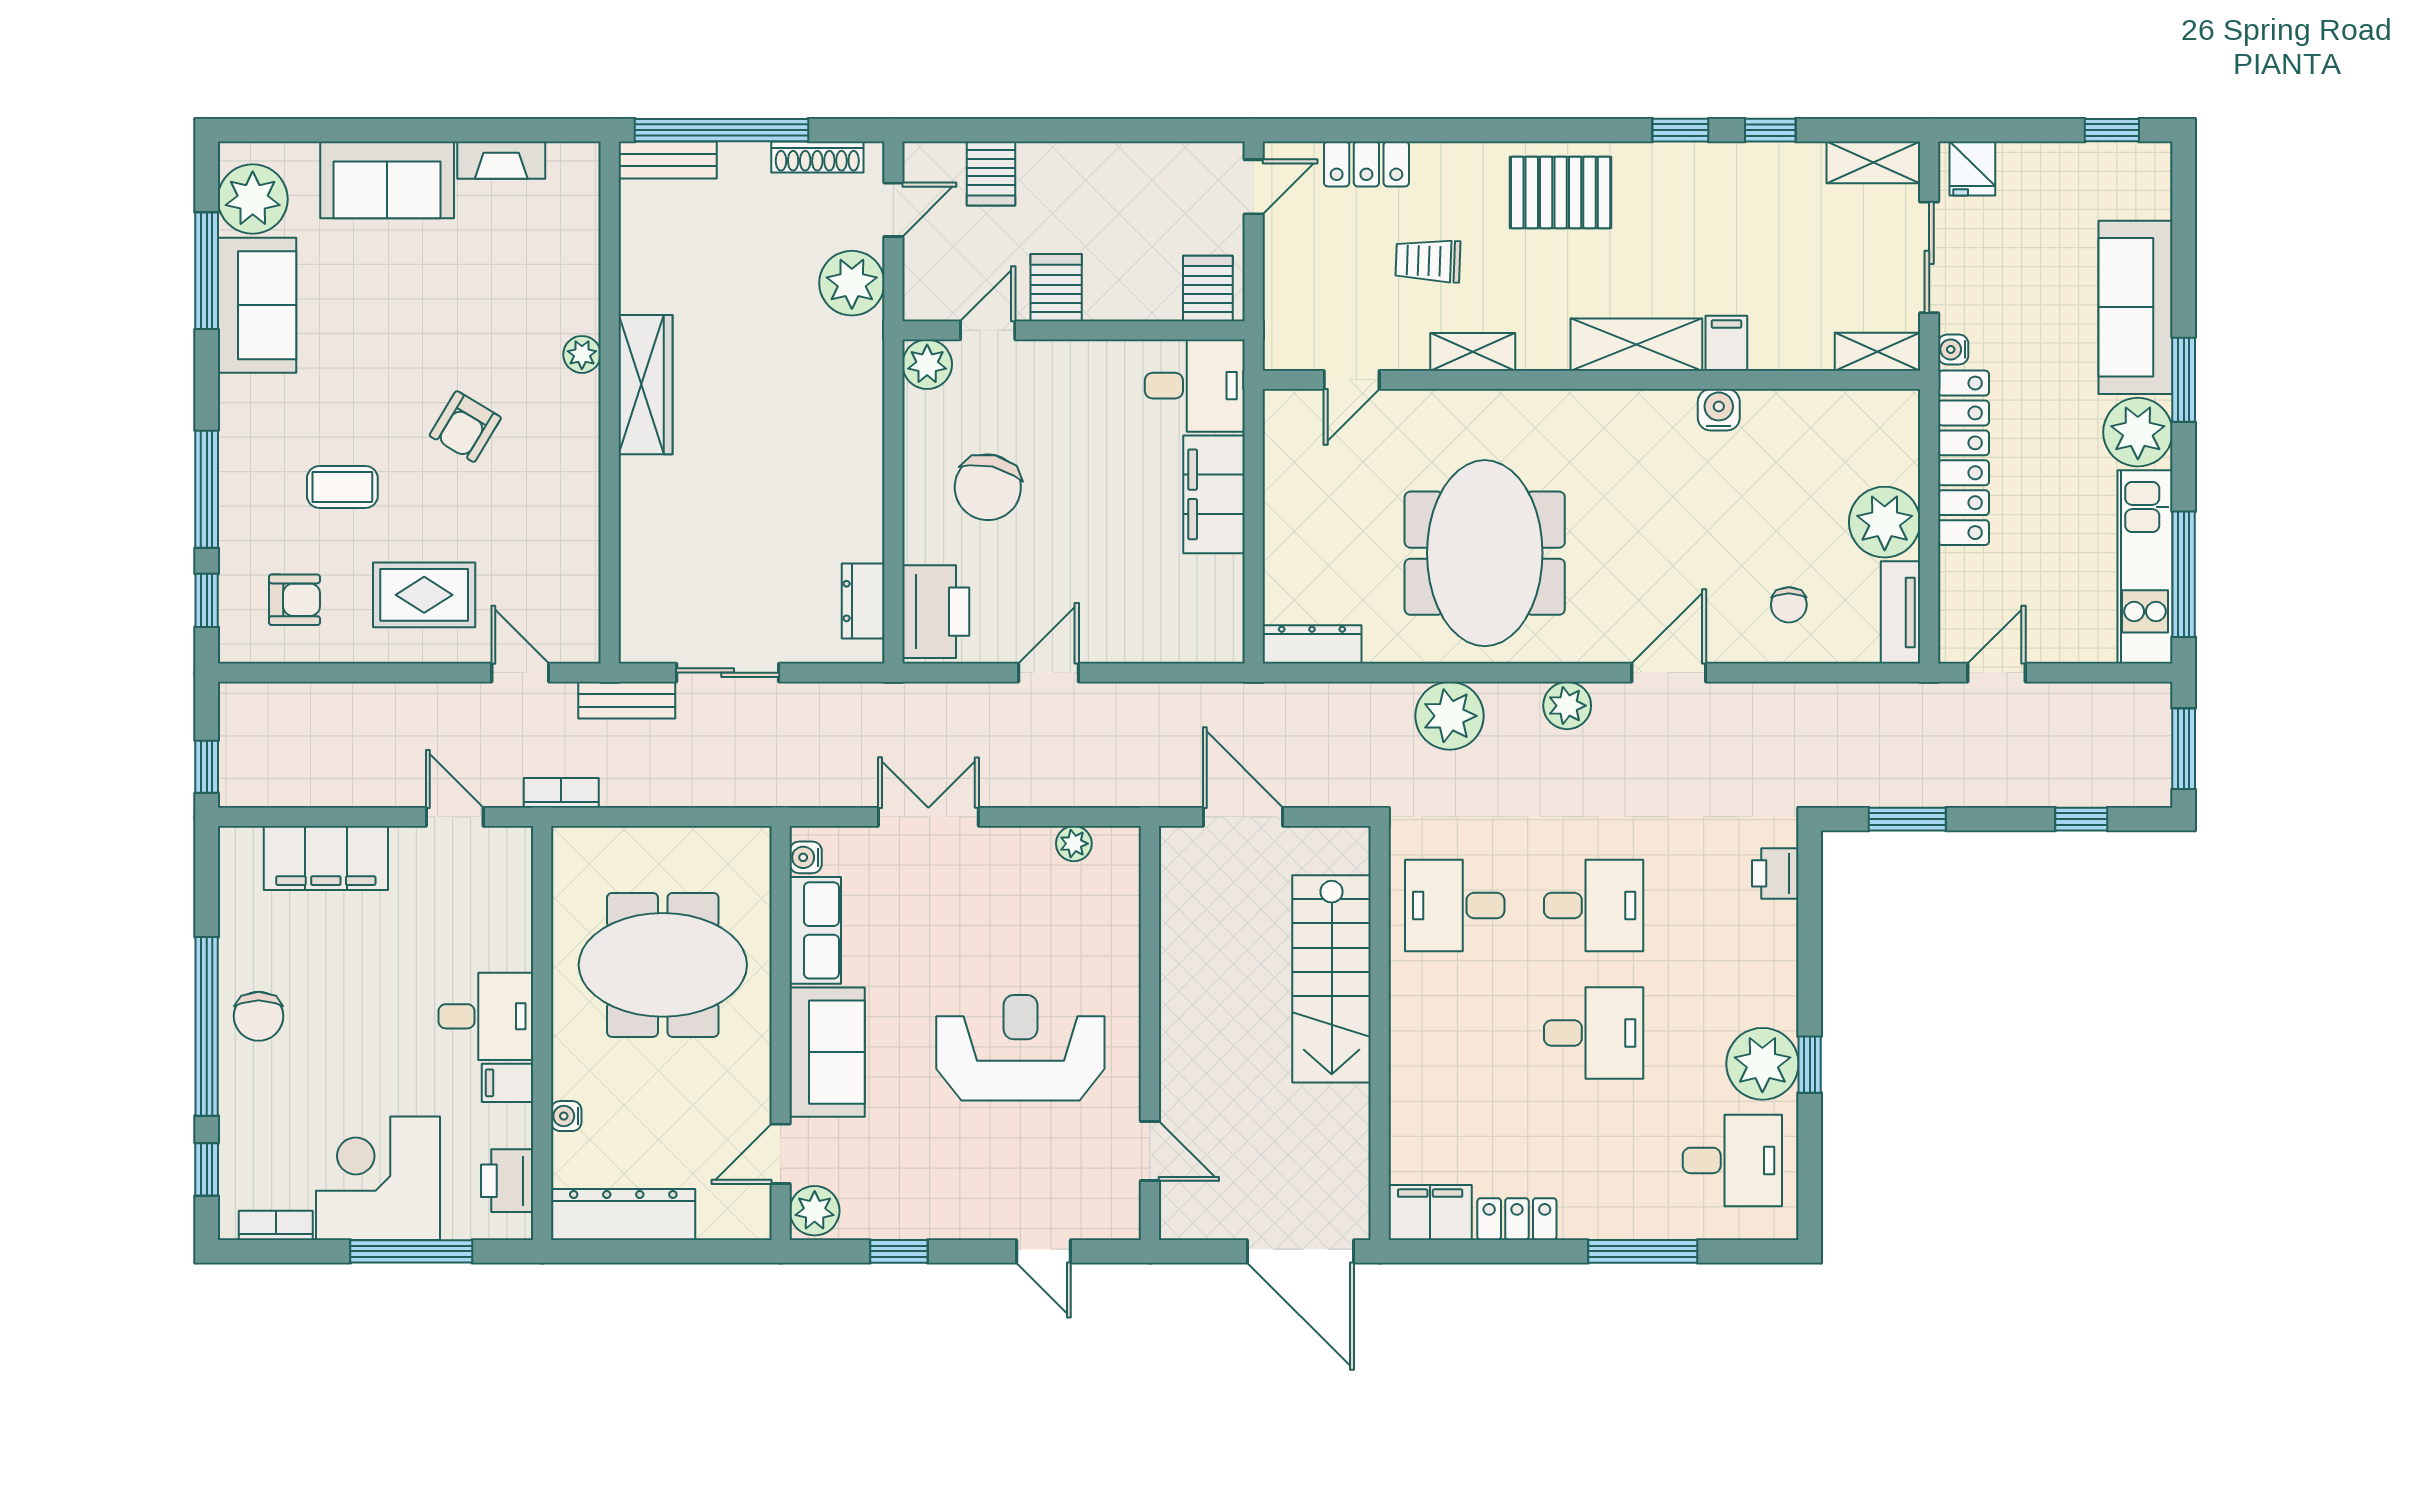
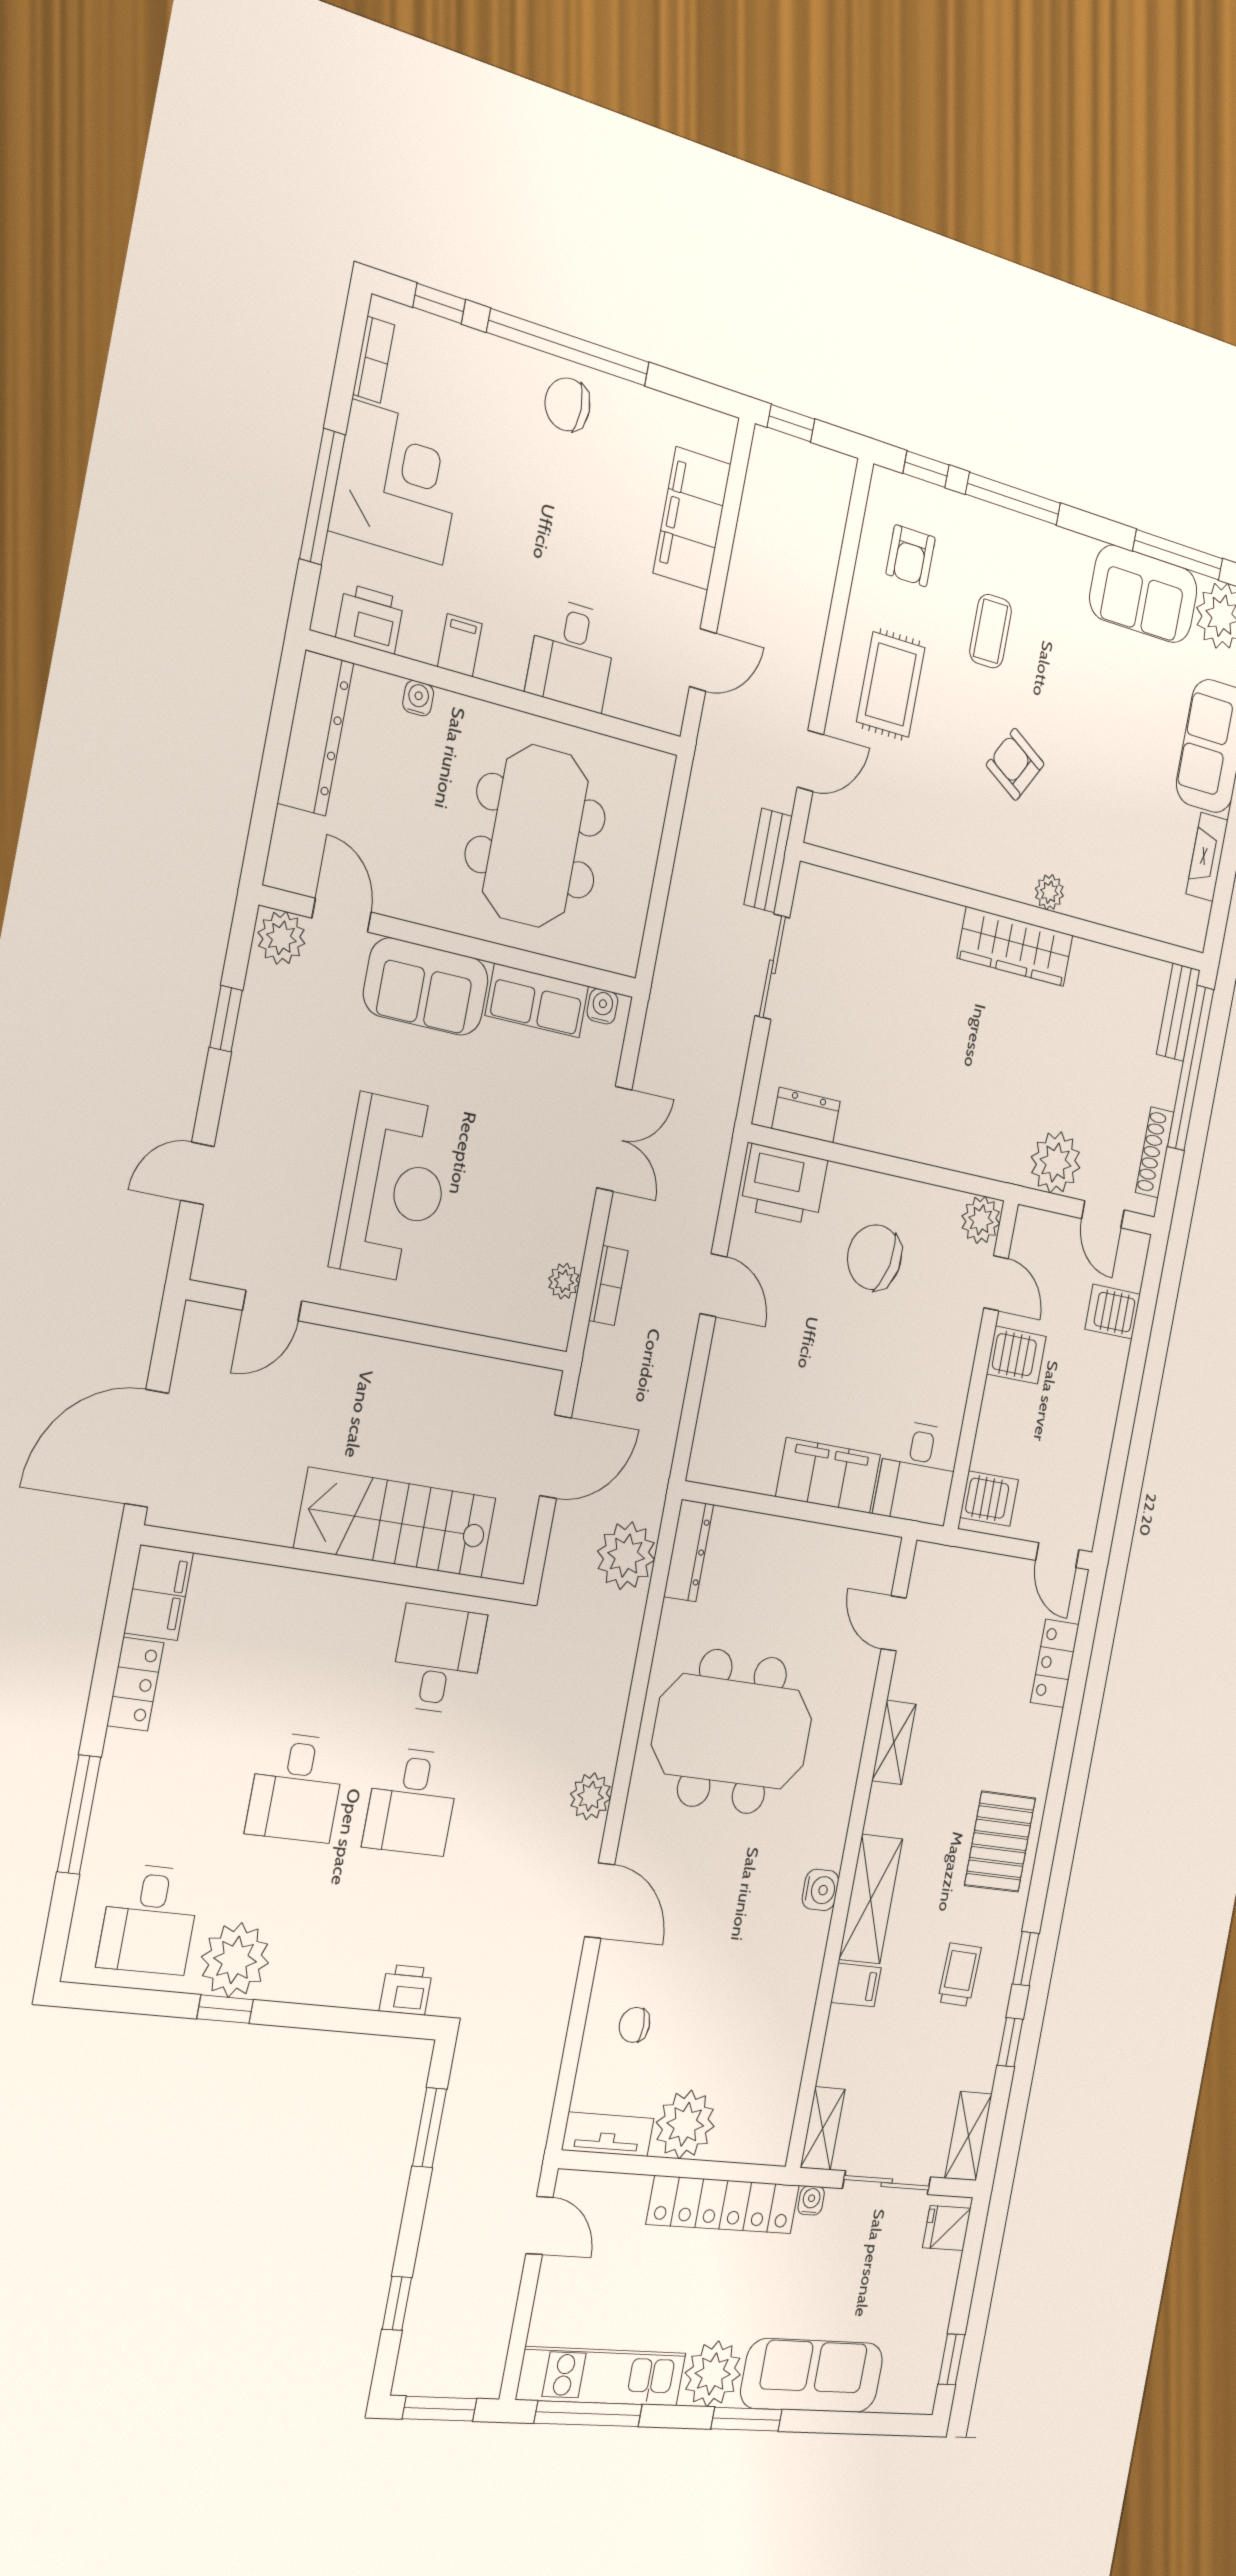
trolley: (1428, 261) -> (959, 1975), moved
water cooler: (1719, 410) -> (820, 1890), moved
plant: (1450, 716) -> (626, 1556), moved
bookcase: (561, 793) -> (608, 1286), moved
desk: (486, 1016) -> (572, 654), moved

